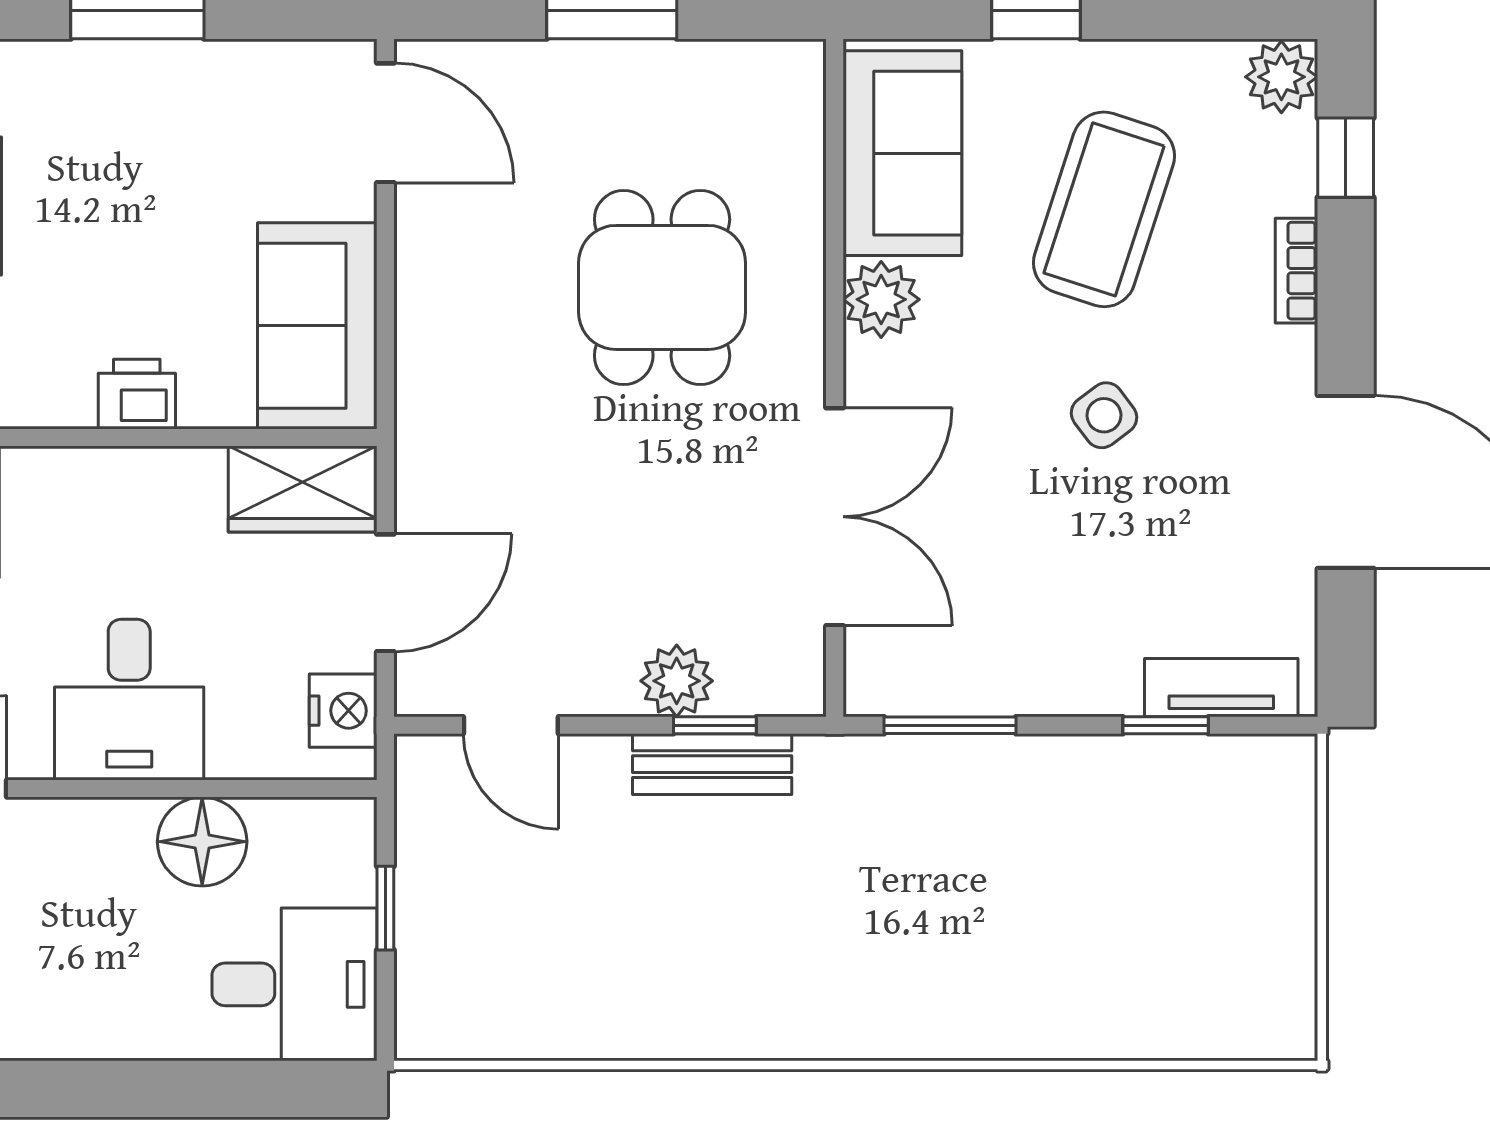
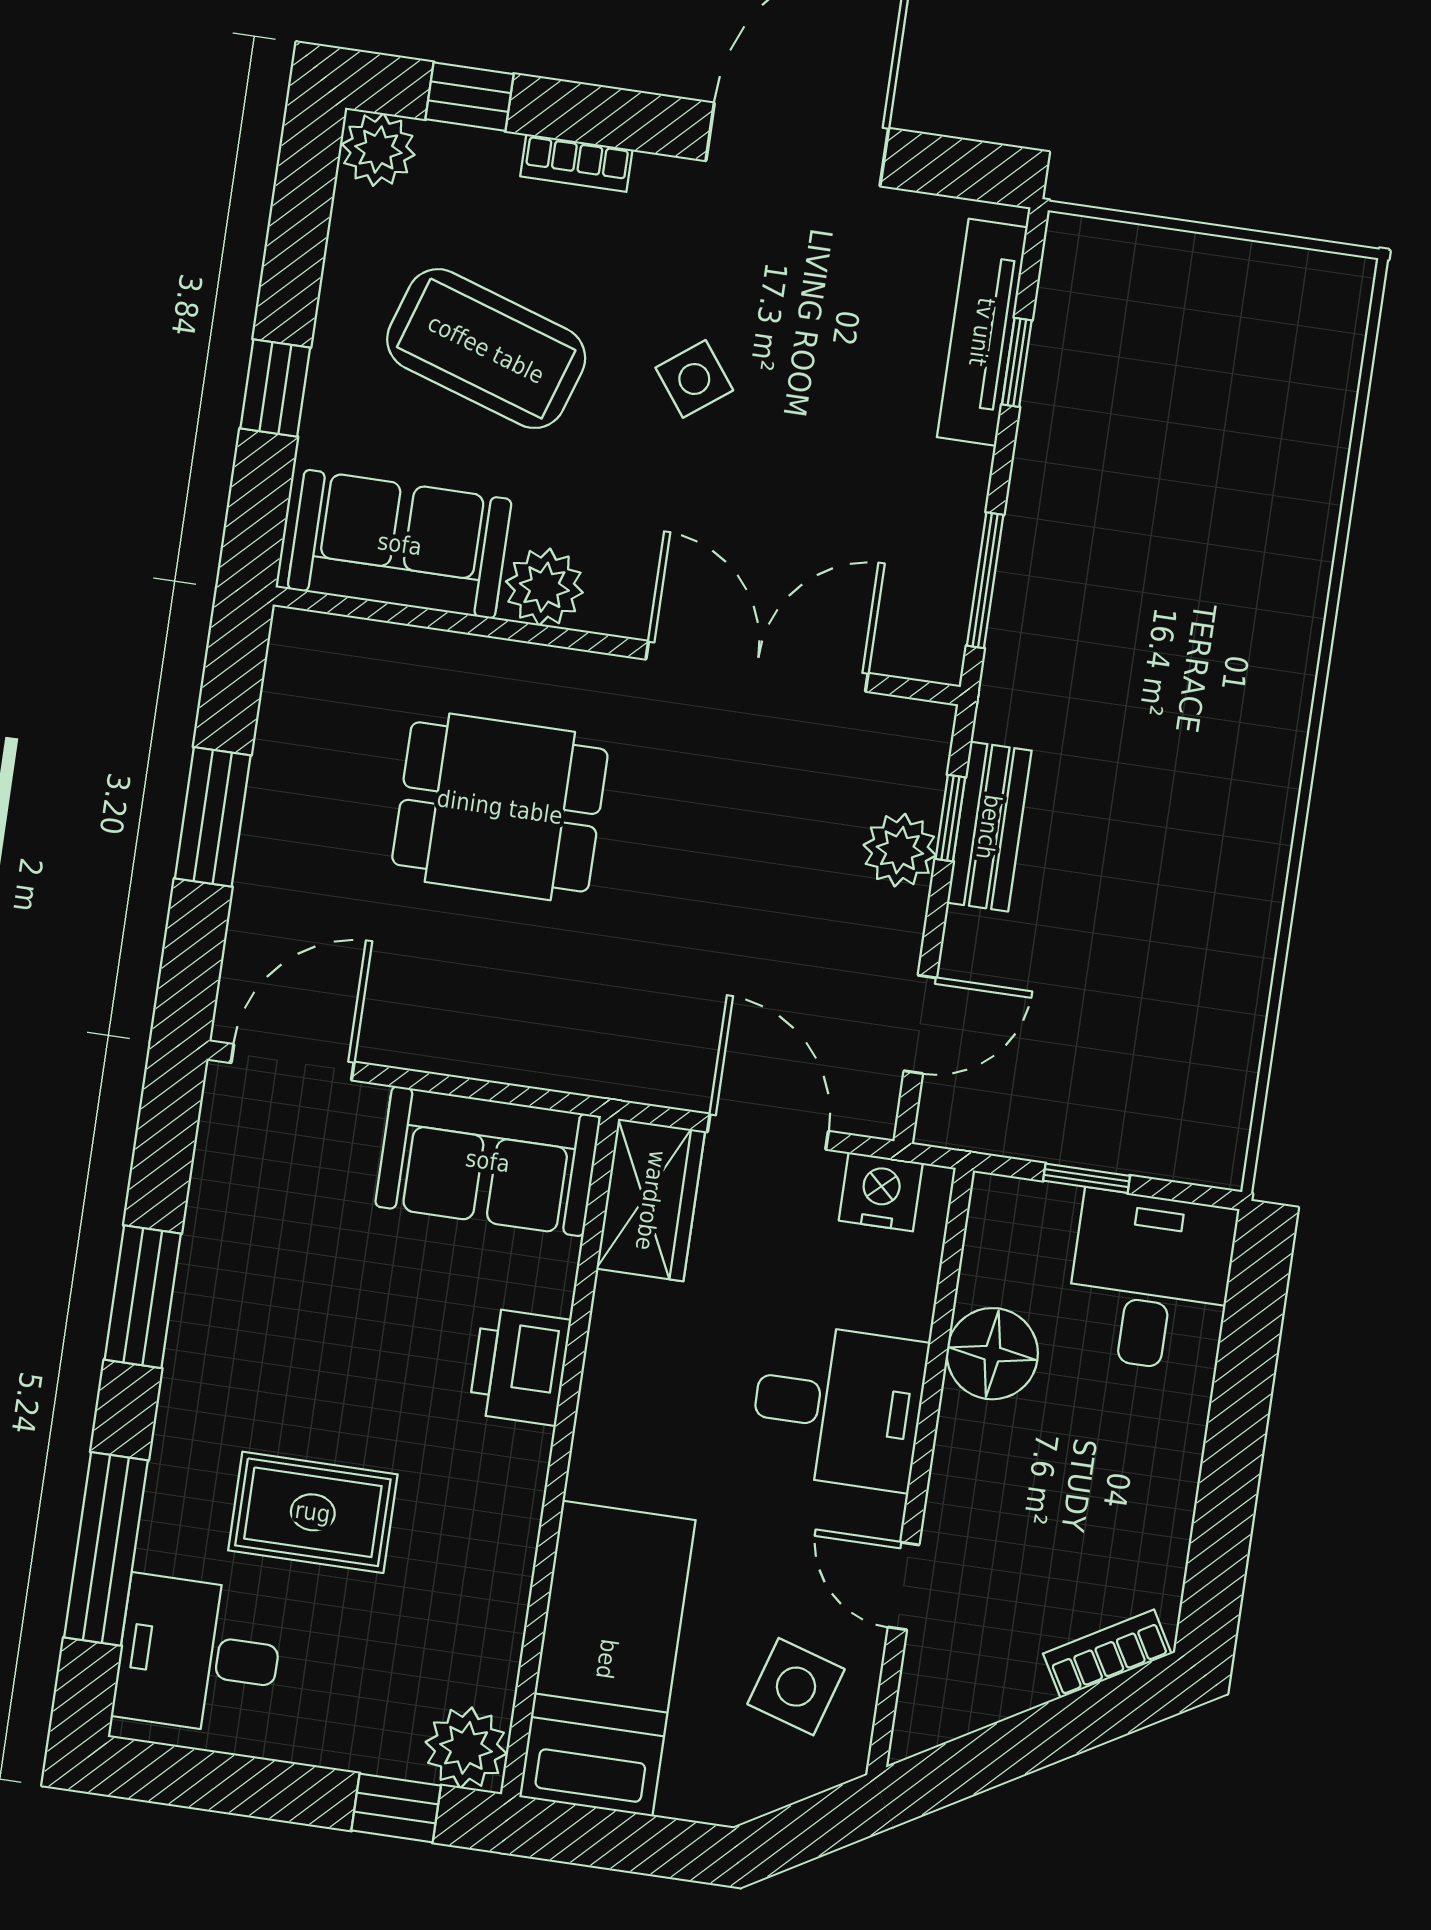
printer: (137, 394) -> (520, 1367), width x1.36, depth x1.24
tv unit: (1221, 688) -> (982, 332), width x1.41

